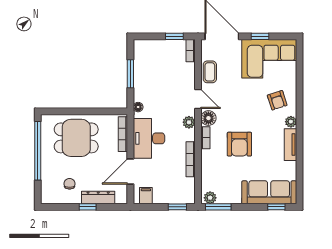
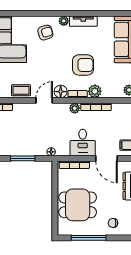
plant: (189, 122) -> (75, 108), moved
dining table: (76, 138) -> (78, 205), turned 90
desk: (149, 138) -> (83, 142), width x0.73
window: (38, 151) -> (89, 238), width x0.68
plant: (209, 158) -> (95, 91), added
chair: (70, 184) -> (113, 223), moved

